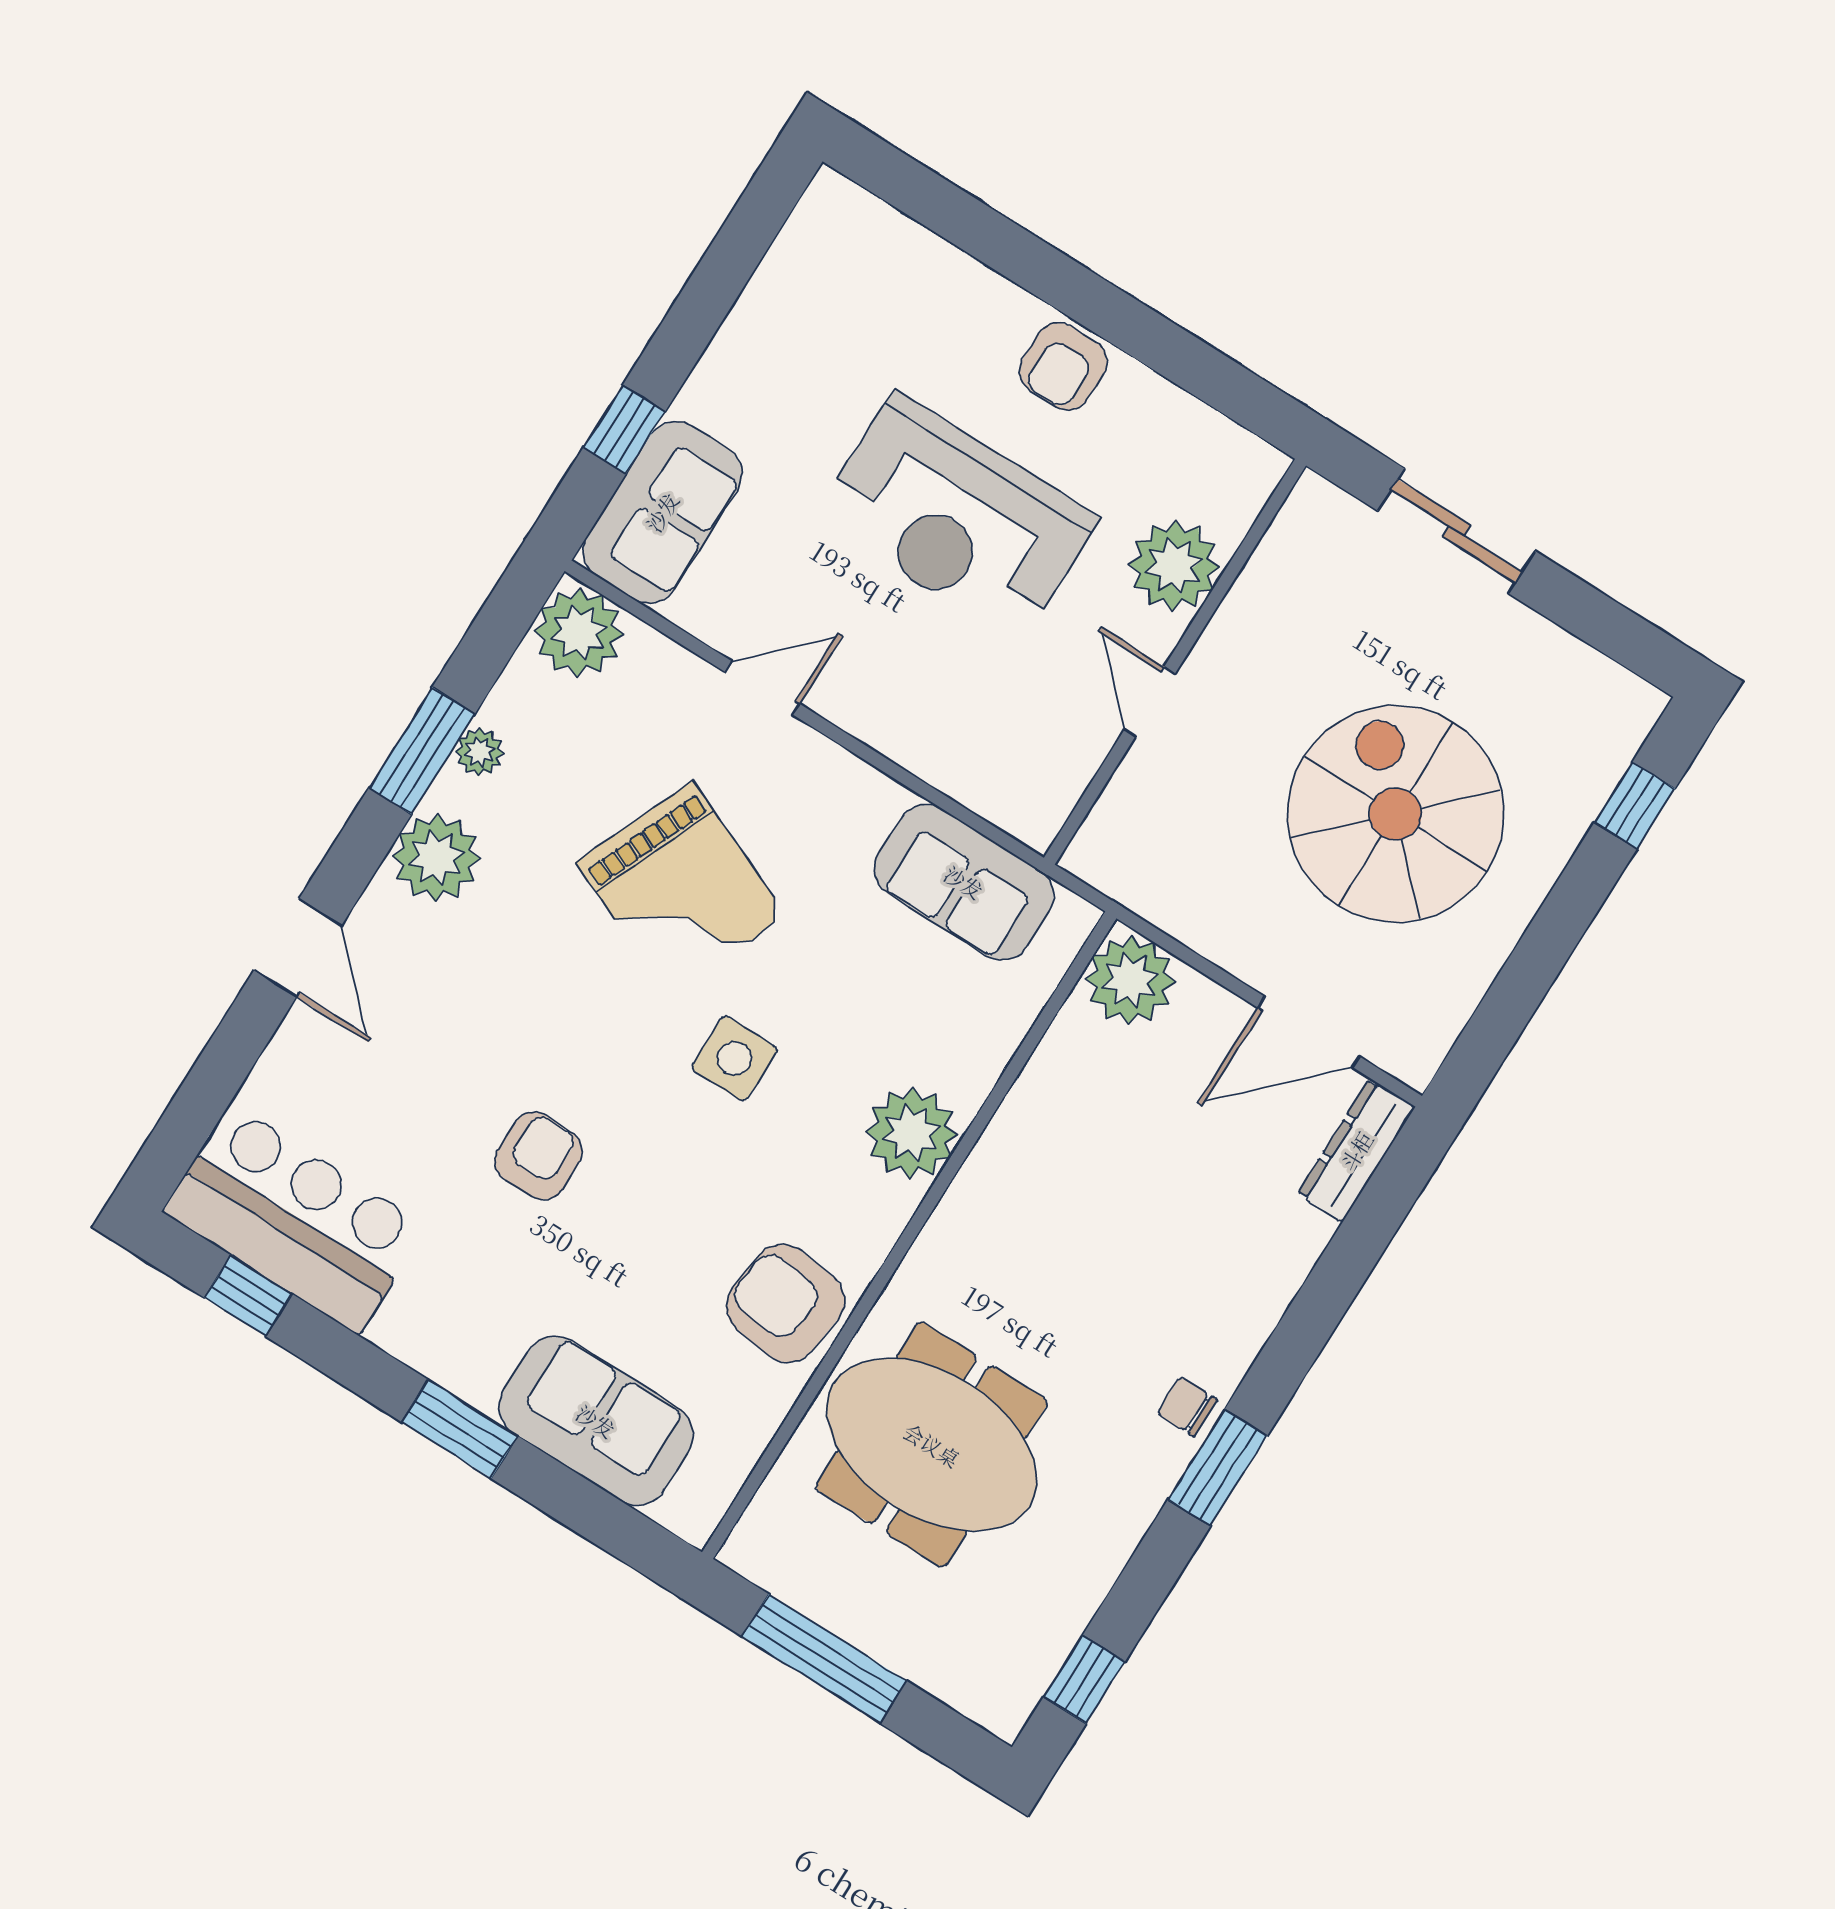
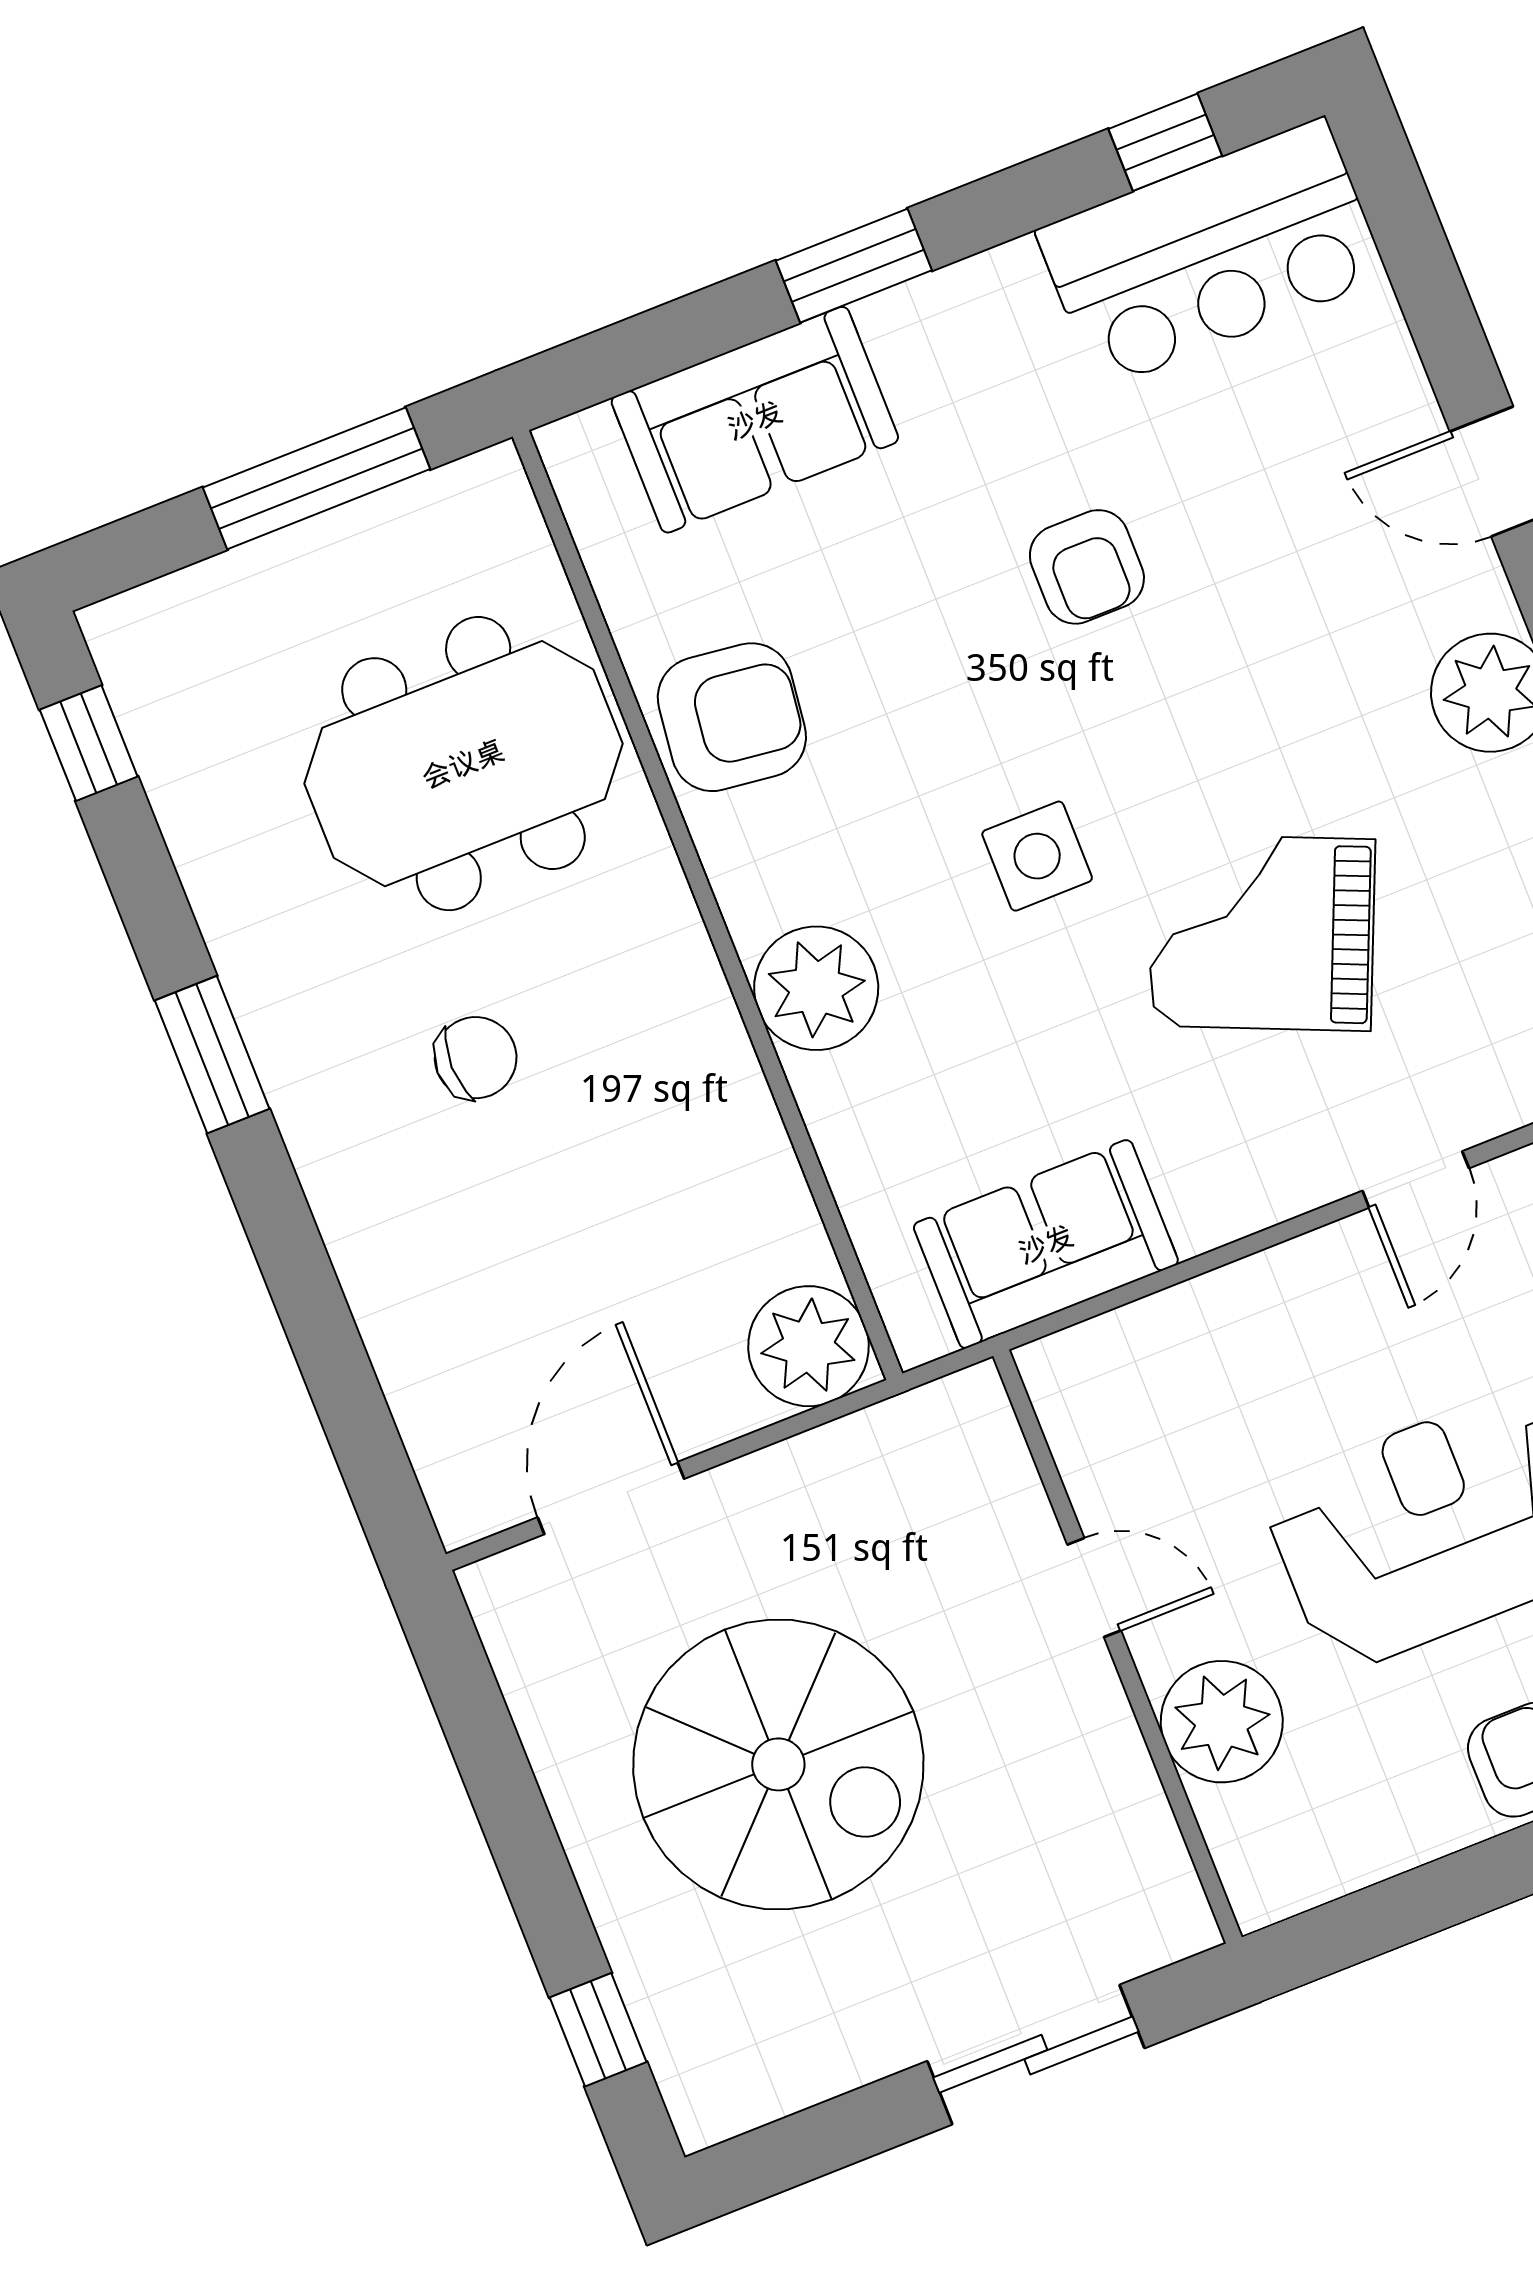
dresser: (1356, 1151) -> (445, 1455), removed
chair: (1187, 1407) -> (476, 1058), moved, width x1.37, depth x1.37

